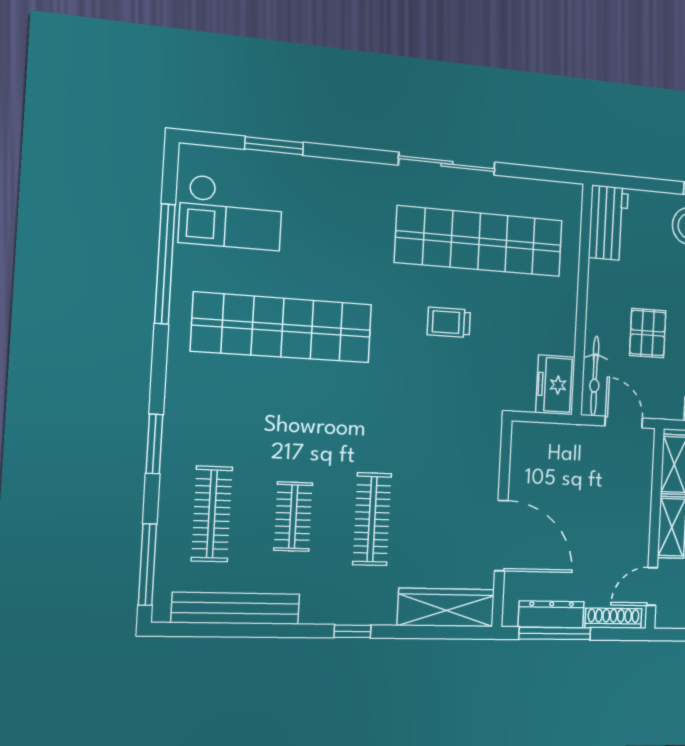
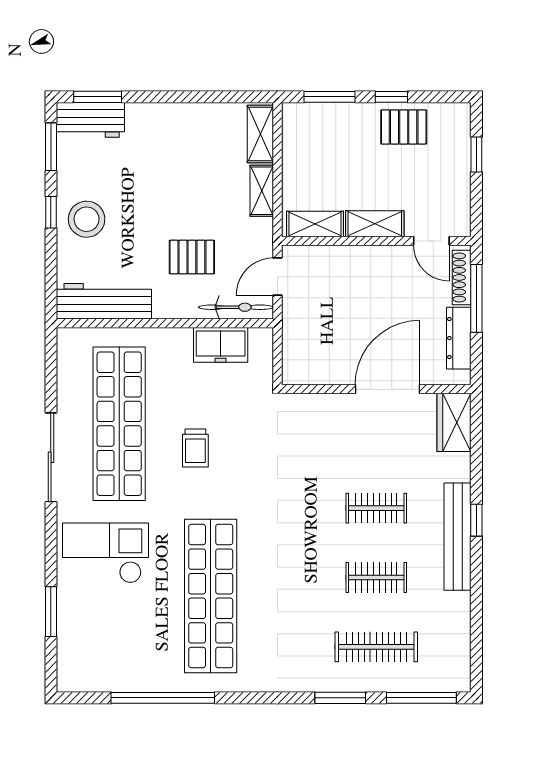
checkout: (231, 213) -> (105, 553), moved, turned -90
workbench: (608, 223) -> (104, 301), width x1.38
freezer: (555, 385) -> (221, 345), moved
window: (154, 444) -> (340, 698), moved
clothes rail: (372, 519) -> (376, 508), width x0.73
wardrobe: (446, 607) -> (454, 422), width x0.67
bench: (236, 608) -> (458, 537), moved
window: (555, 633) -> (476, 298), moved

